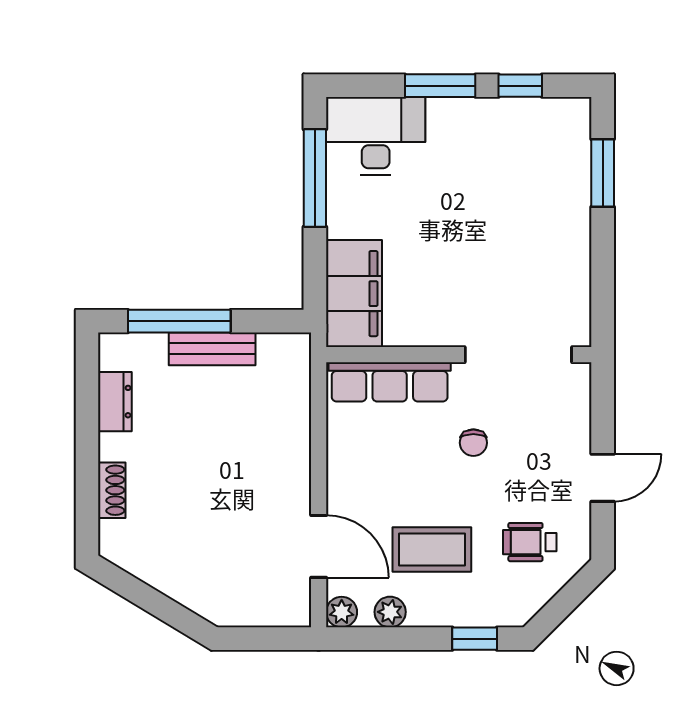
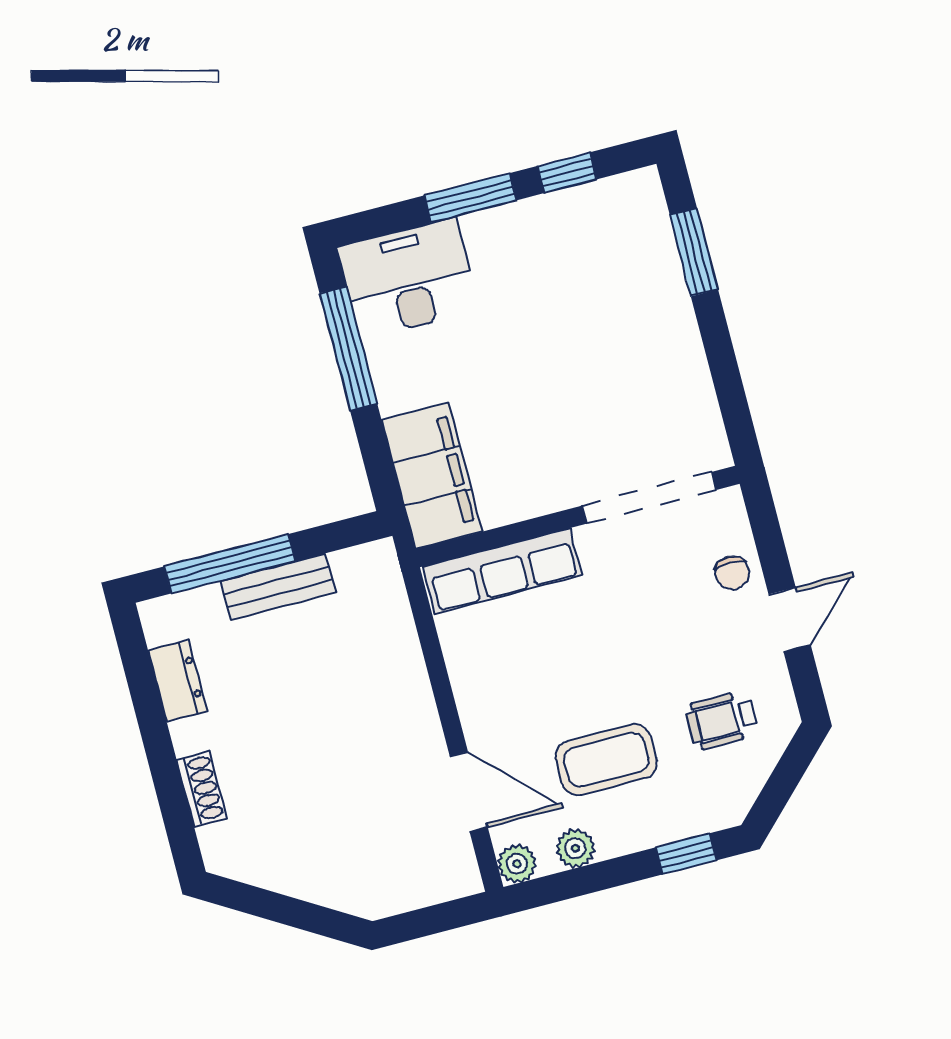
chair: (473, 443) -> (732, 573), moved

